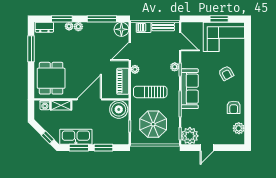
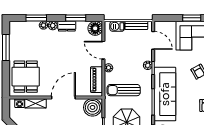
window: (102, 19) -> (76, 18), width x0.69
dresser: (44, 27) -> (67, 26), moved
door: (130, 51) -> (103, 50), hinge flipped
sofa: (190, 89) -> (165, 94), width x1.36, depth x1.27

